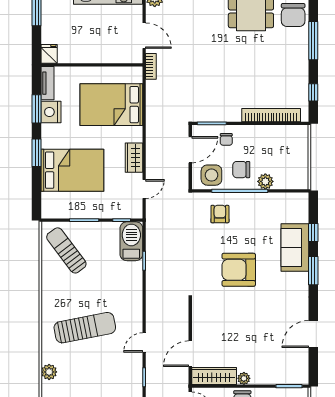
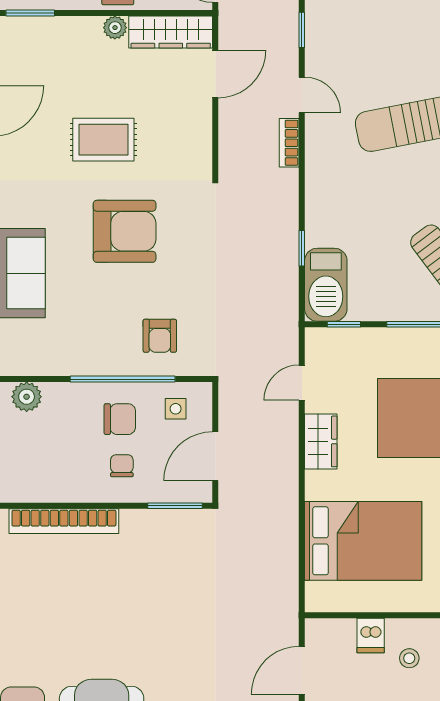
door: (144, 36) -> (302, 670), hinge flipped
stool: (87, 42) -> (409, 658), added
dishwasher: (107, 54) -> (371, 635), added
bookcase: (151, 66) -> (289, 143), moved
chair: (226, 139) -> (122, 466), moved
side table: (211, 175) -> (176, 409), width x0.54, depth x0.54
plant: (265, 181) -> (27, 397), moved
rug: (250, 319) -> (103, 140), added
door: (144, 343) -> (302, 95), hinge flipped

